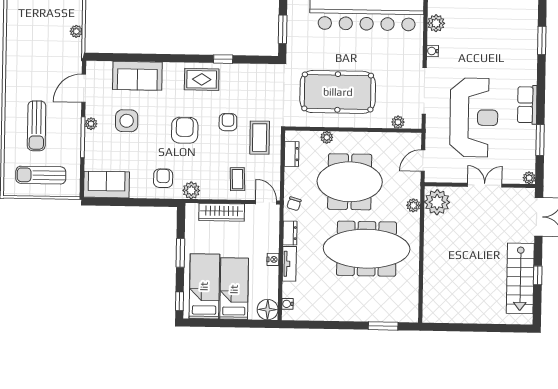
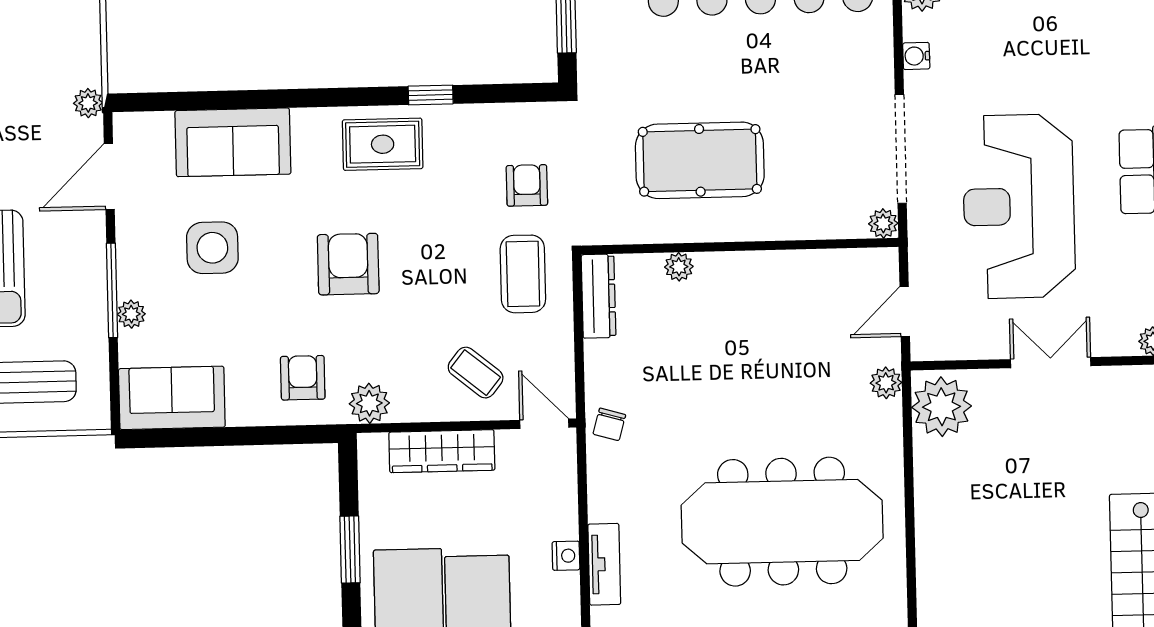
plant: (76, 31) -> (88, 103), moved
pool table: (338, 92) -> (700, 160), width x0.73, depth x0.76
reception desk: (474, 117) -> (1019, 206), turned 180
armchair: (228, 122) -> (527, 185), moved
plant: (398, 122) -> (883, 223), moved
plant: (91, 124) -> (131, 314), moved
dresser: (292, 154) -> (599, 296), width x1.44
coffee table: (237, 179) -> (476, 373), turned -49
meeting table: (350, 182) -> (737, 368), removed
plant: (413, 205) -> (886, 383), moved
dresser: (290, 233) -> (603, 493), removed

